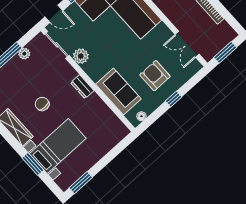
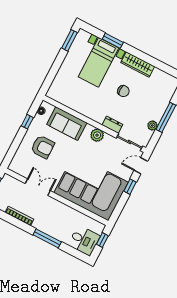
double door: (187, 44) -> (38, 187), moved
plant: (81, 56) -> (97, 135), moved
dresser: (82, 87) -> (112, 125), moved
window: (174, 99) -> (27, 122), moved

